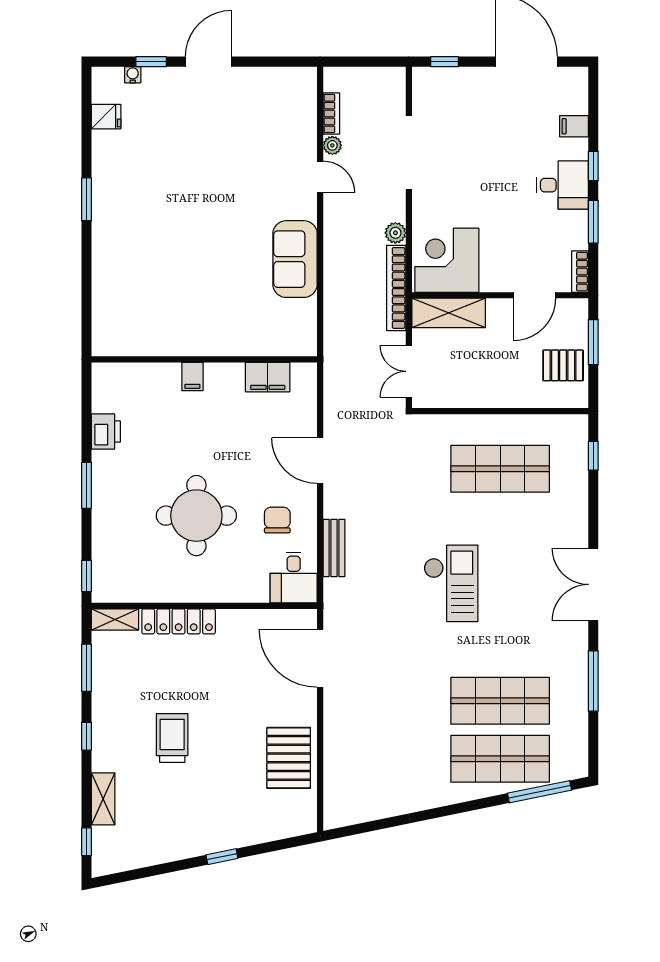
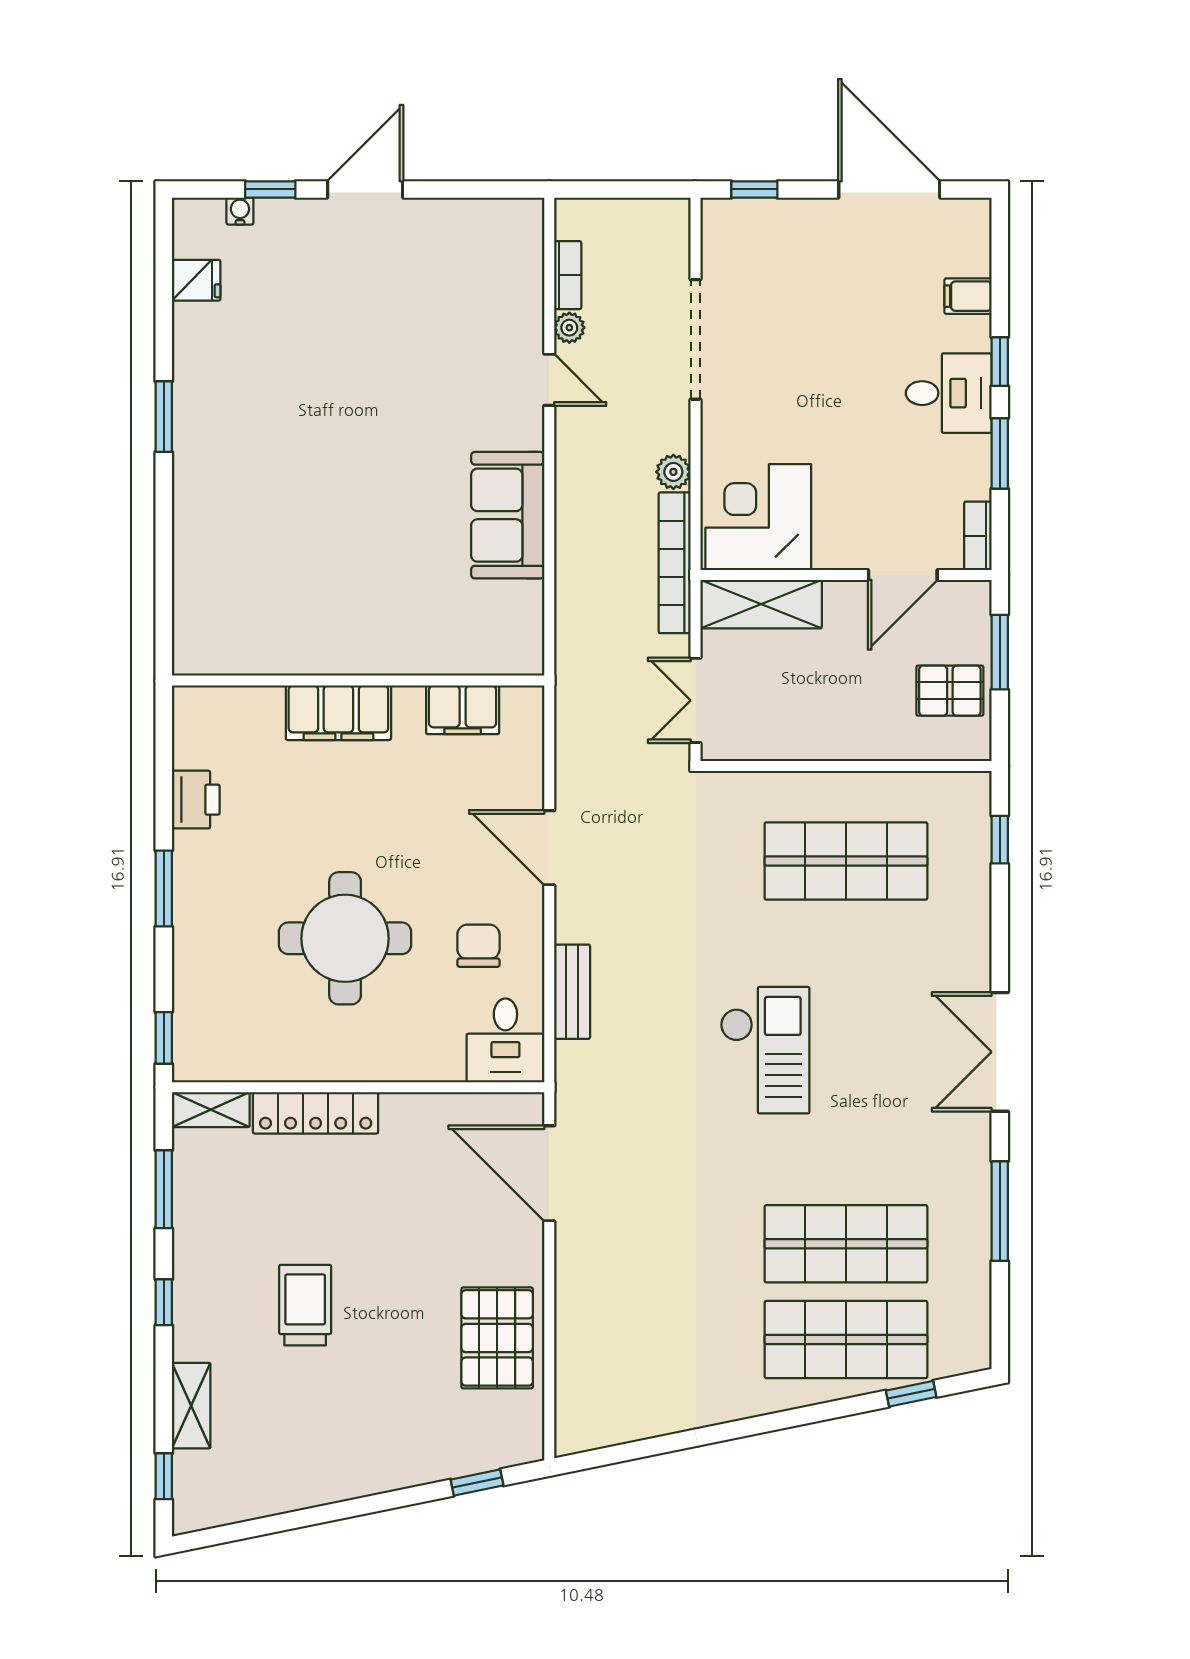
filing cabinet: (192, 376) -> (338, 713), width x3.00, depth x1.17
window: (540, 792) -> (911, 1394), width x0.46
window: (222, 857) -> (477, 1483), moved

